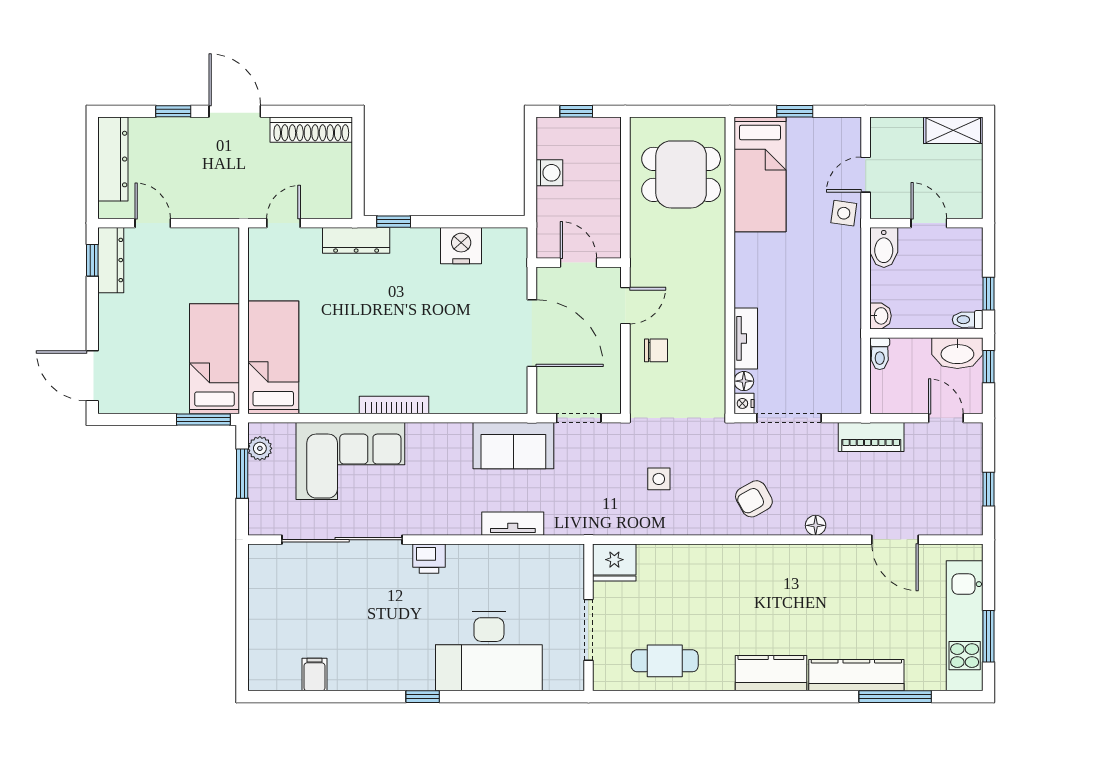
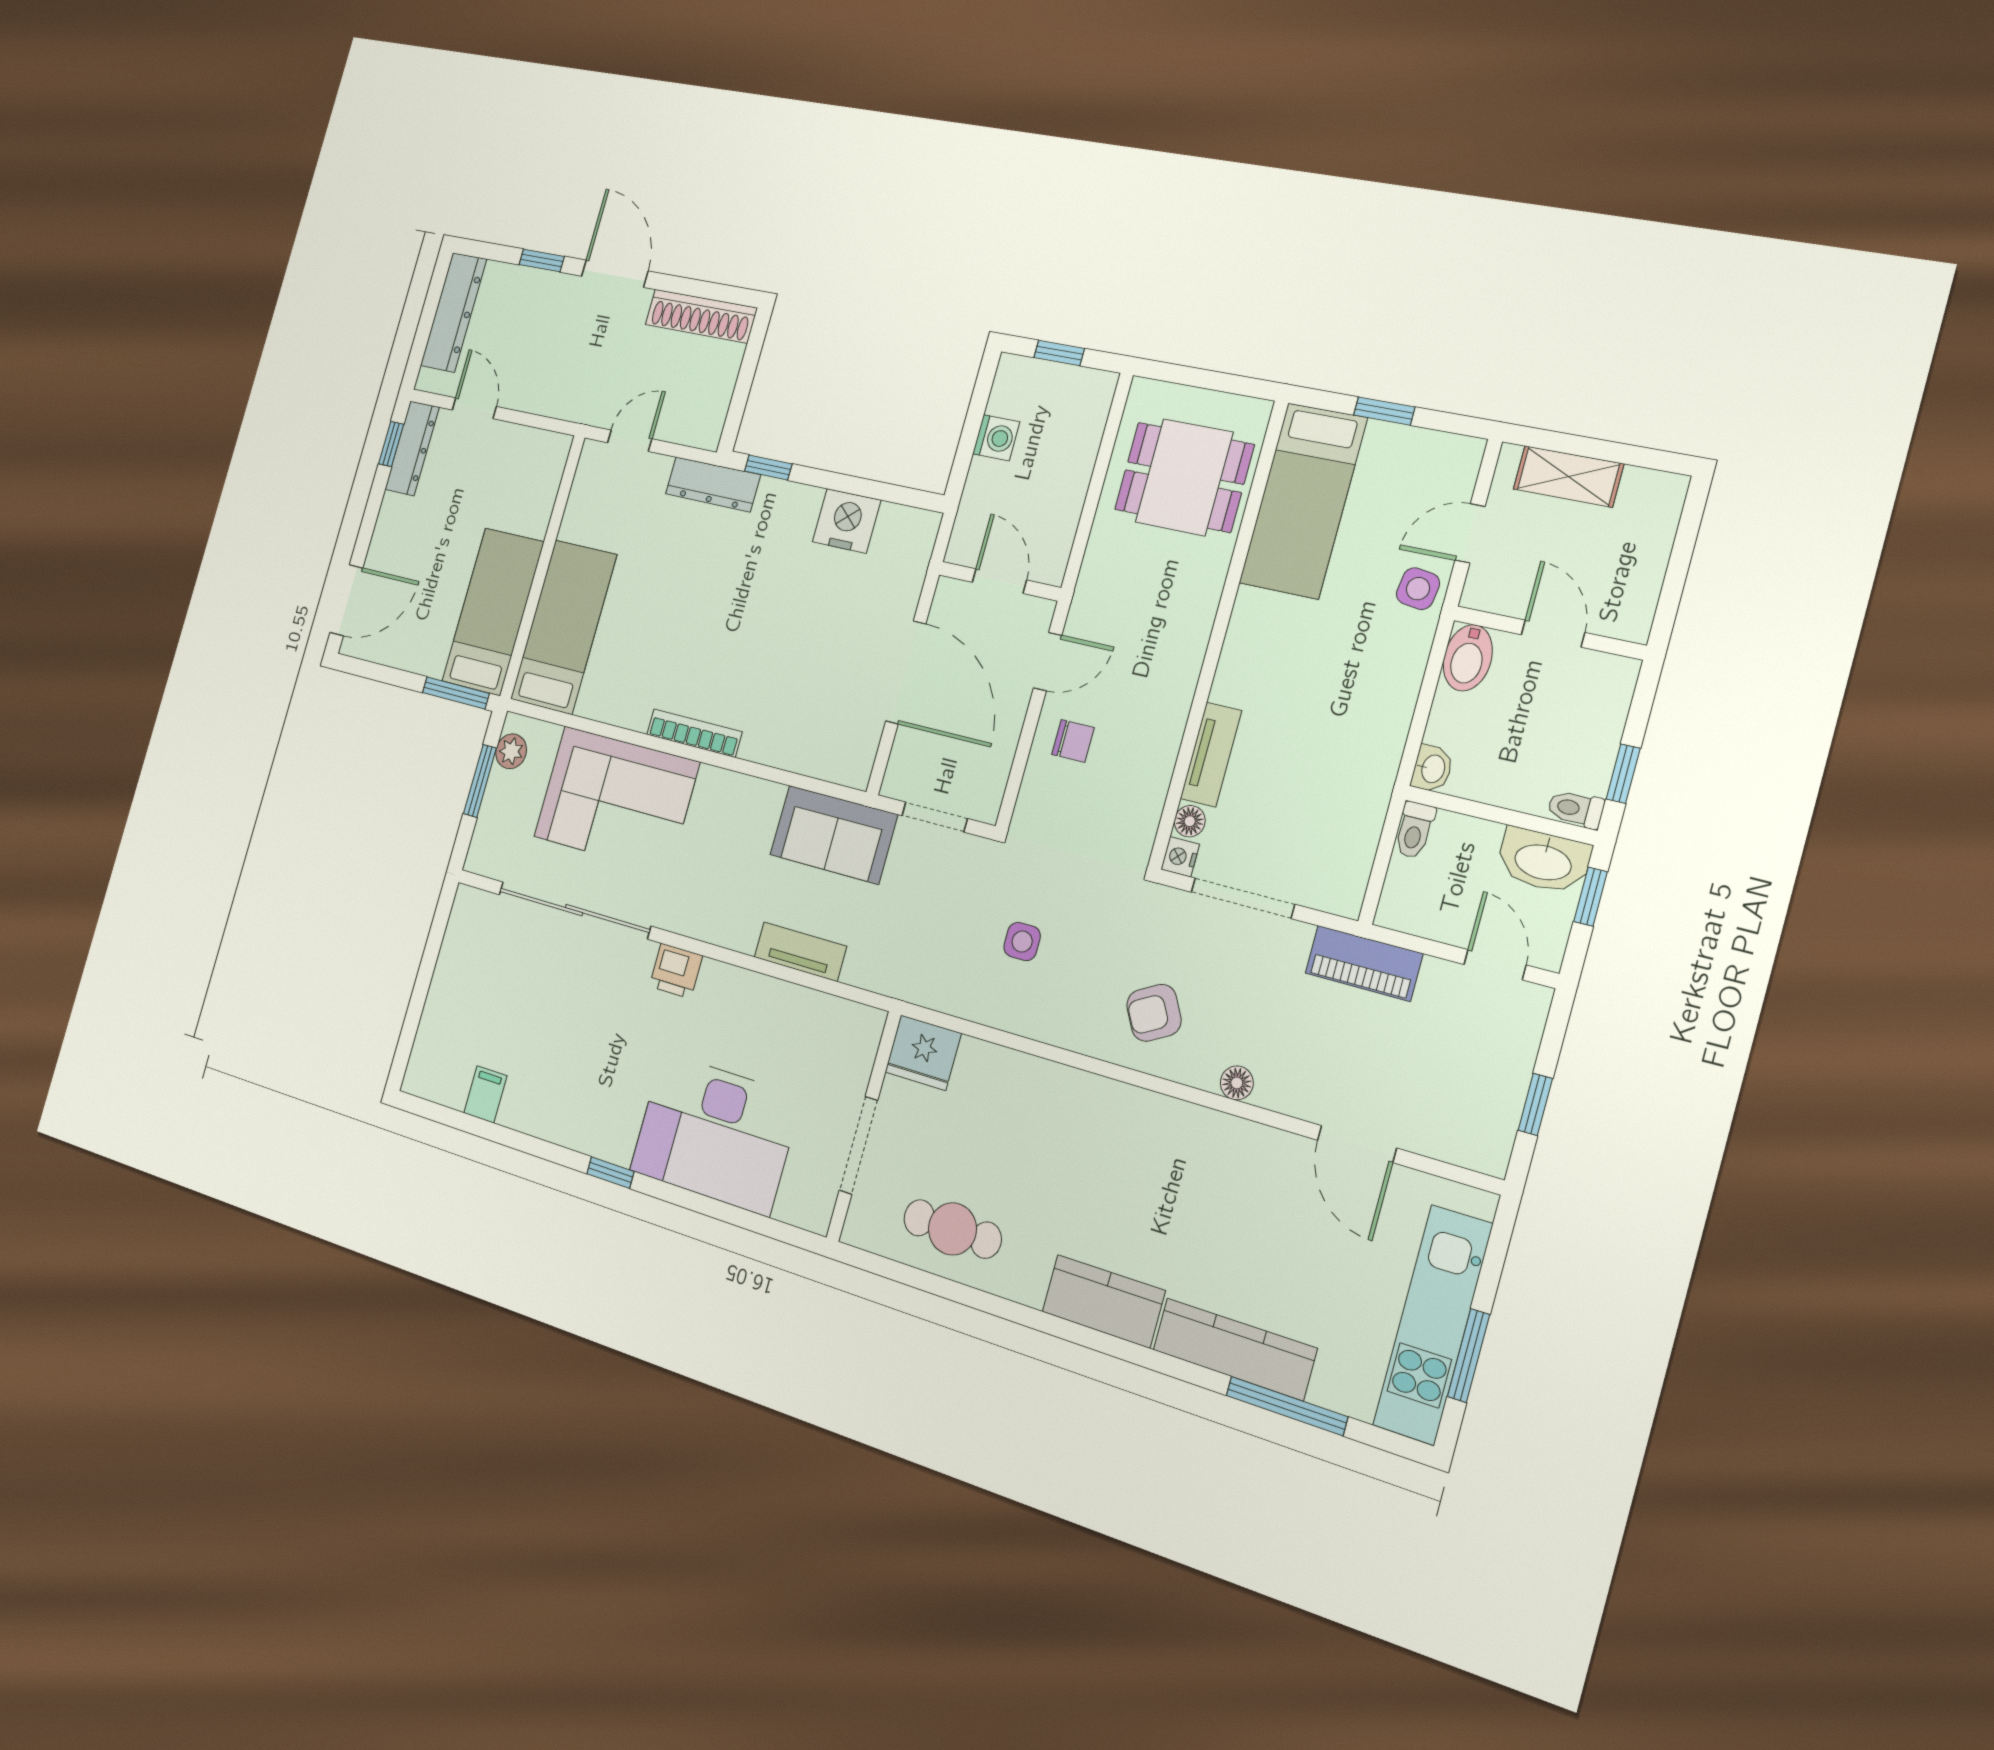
shelving: (953, 130) -> (1568, 476), moved
door: (92, 376) -> (346, 600), swing flipped

